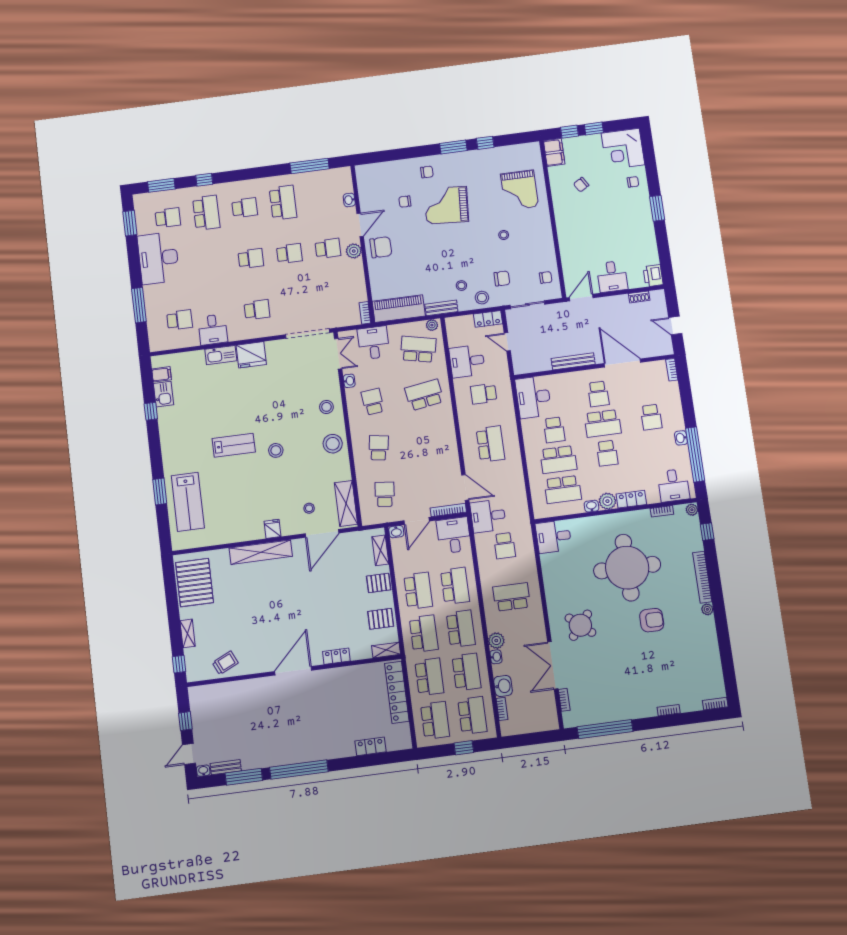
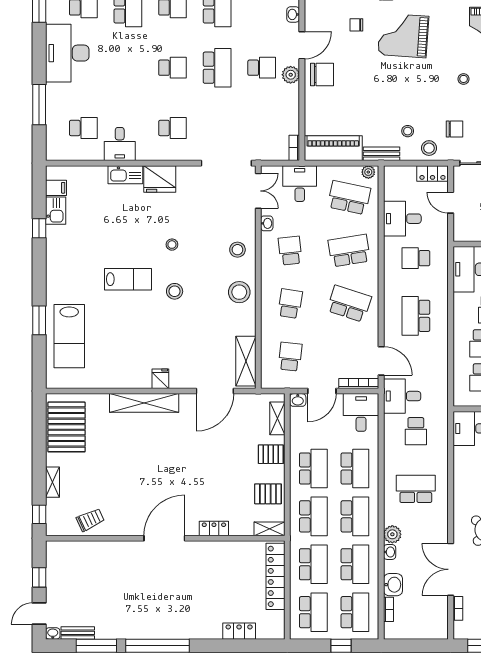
school desk: (289, 253) -> (217, 68), width x1.85
school desk: (430, 441) -> (349, 304), added
school desk: (491, 444) -> (416, 316), turned 180
stool: (309, 508) -> (172, 245), moved

